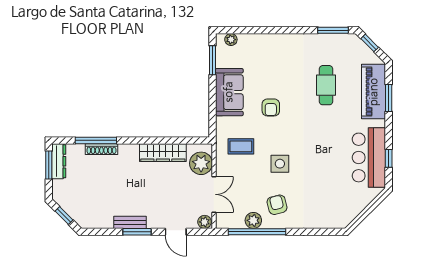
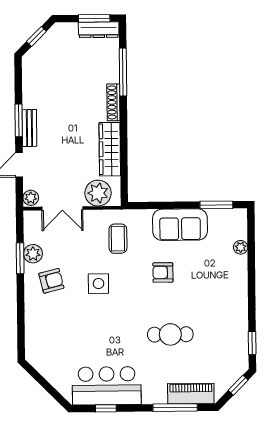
window: (333, 30) -> (252, 343), width x0.67
plant: (231, 40) -> (241, 247), moved
cafe table: (326, 85) -> (170, 334), moved
piano: (374, 92) -> (191, 394), width x0.73, depth x0.75
window: (389, 98) -> (175, 408), width x1.44
shoe rack: (101, 149) -> (113, 102), moved
bench: (130, 222) -> (29, 128), moved
window: (257, 232) -> (20, 258), width x0.47

